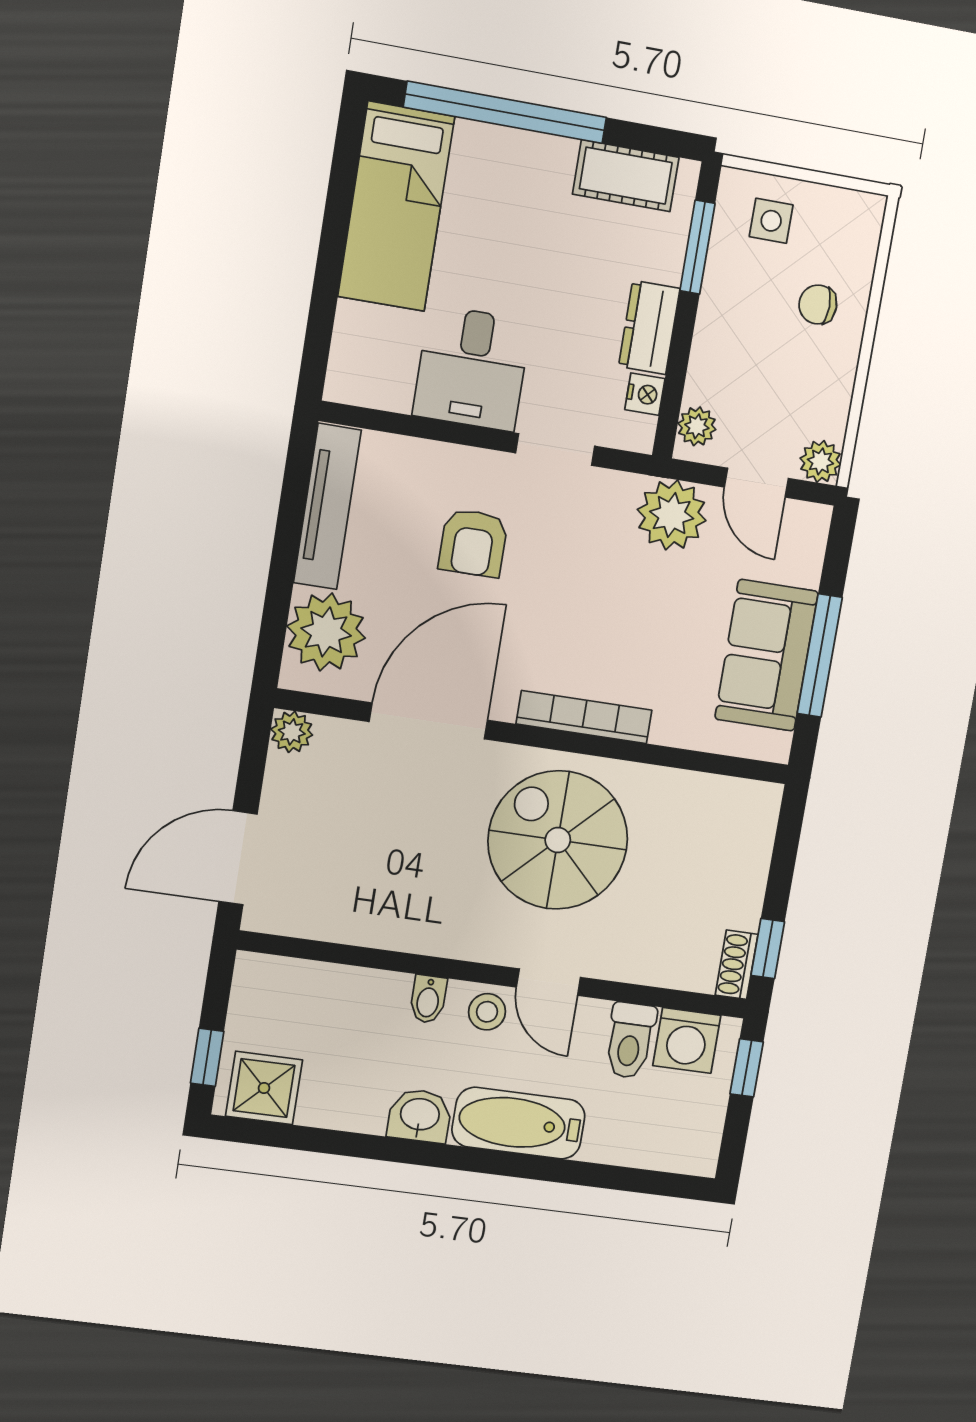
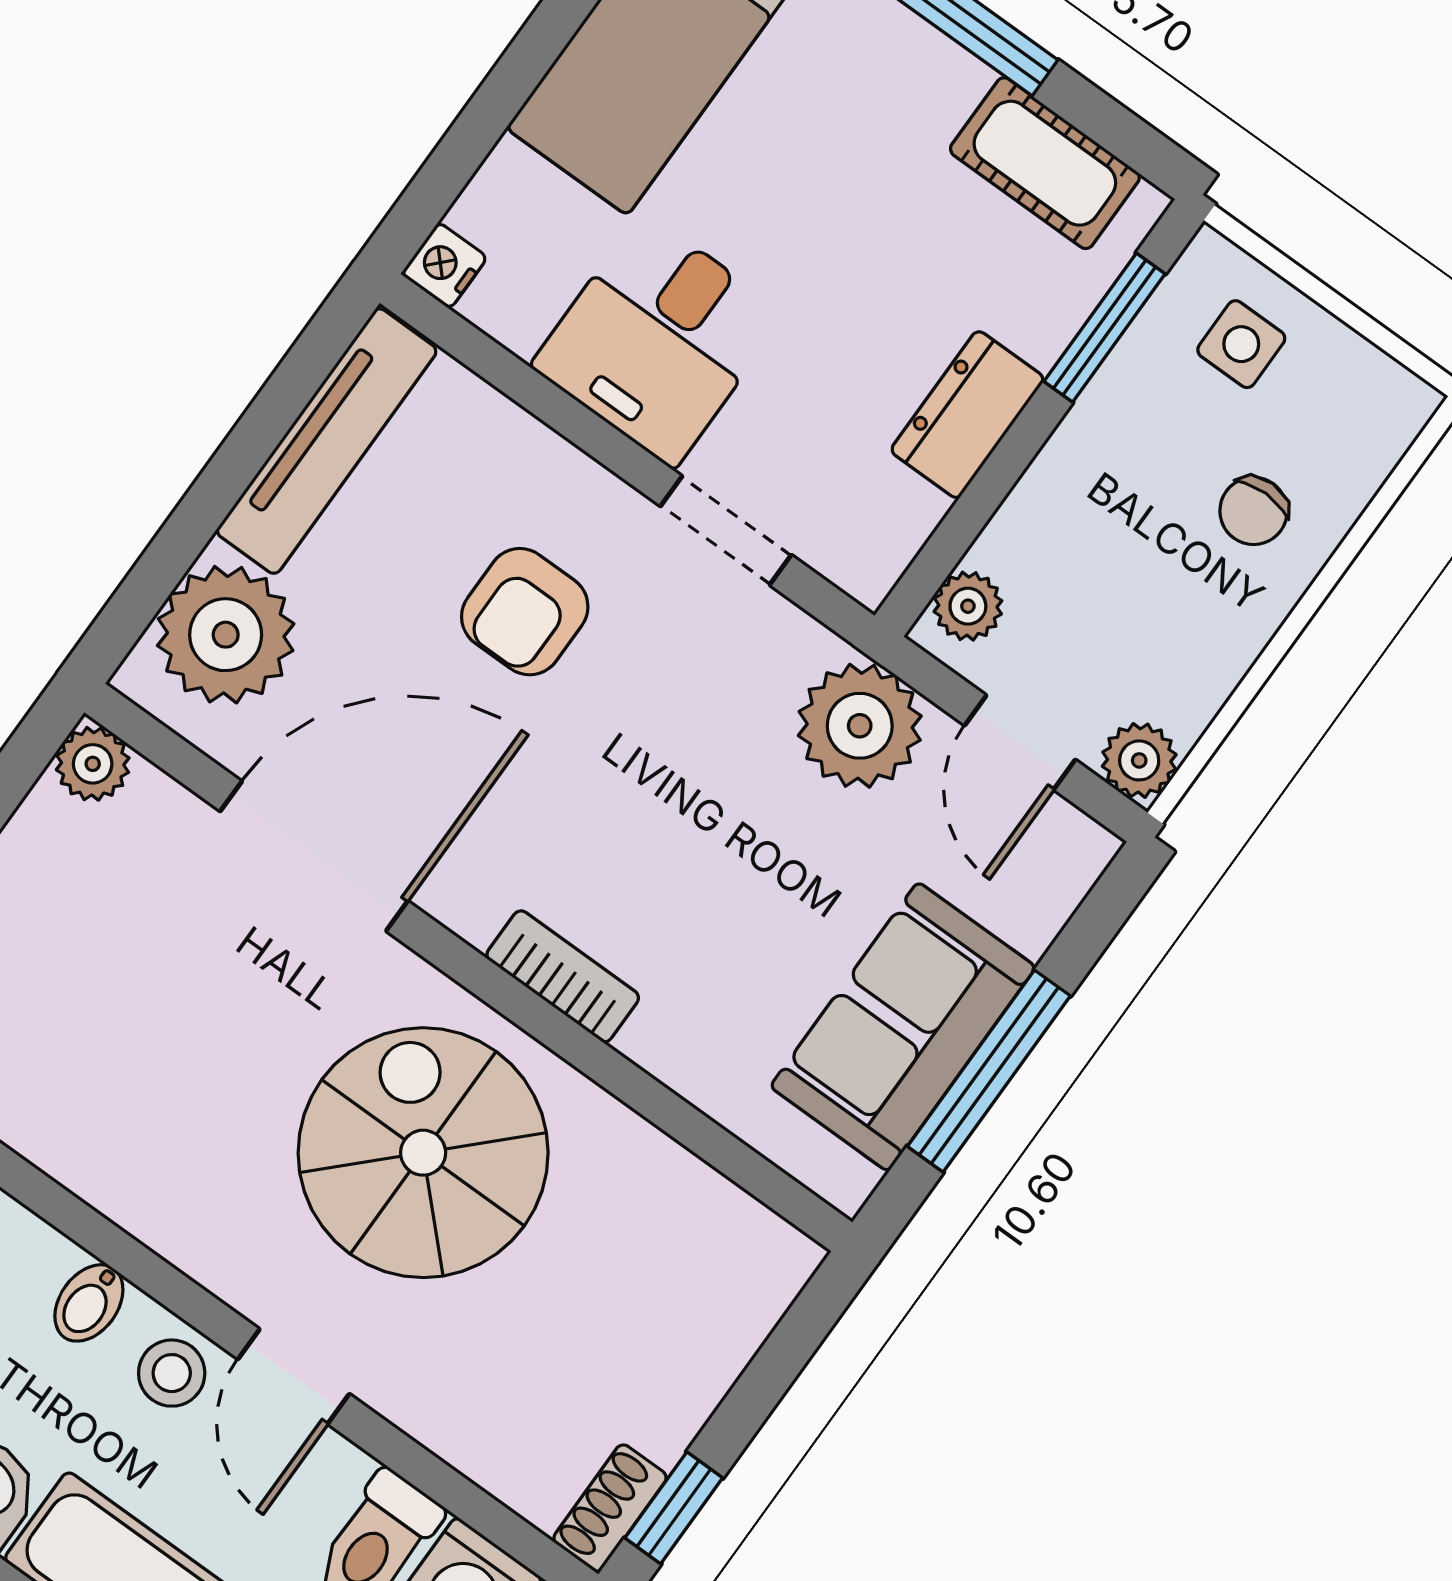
chair: (818, 305) -> (1253, 511), turned -90
nightstand: (645, 394) -> (444, 266), moved, turned 180
bookcase: (584, 717) -> (563, 976), width x0.64

